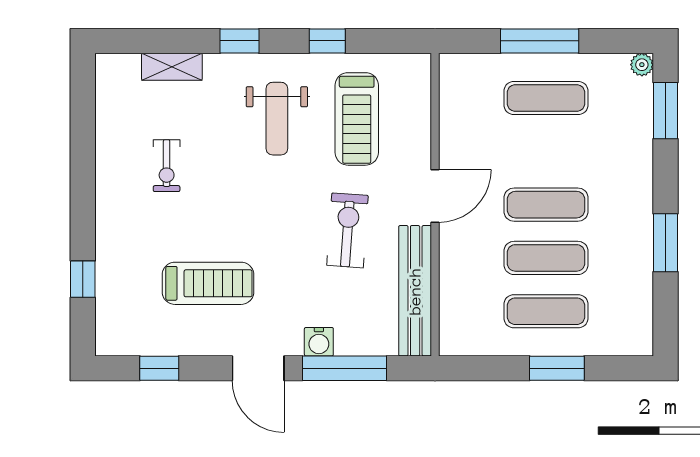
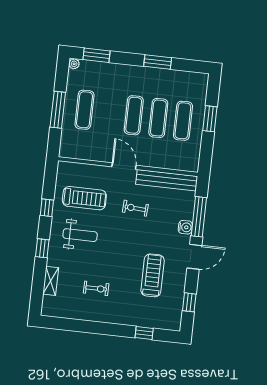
exercise bike: (348, 230) -> (135, 208), width x0.73, depth x0.72

